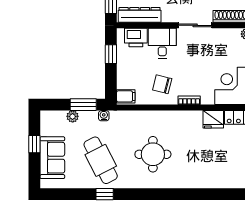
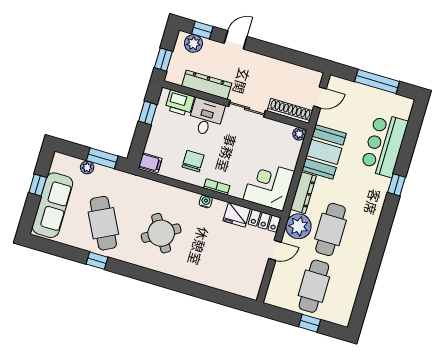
dresser: (140, 15) -> (207, 85), moved
chair: (162, 84) -> (193, 161), turned 76
water cooler: (104, 116) -> (206, 201), moved
round table: (153, 154) -> (161, 233), turned -32
sofa: (52, 158) -> (53, 205), width x1.36

